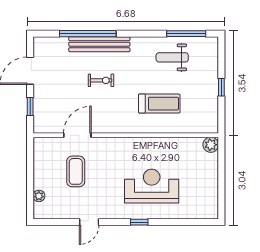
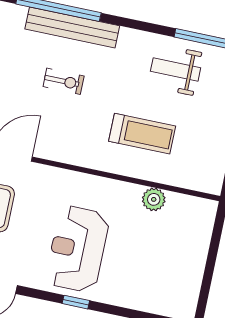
plant: (211, 145) -> (154, 199), moved
reception desk: (152, 186) -> (77, 249), moved, turned -90

